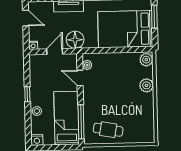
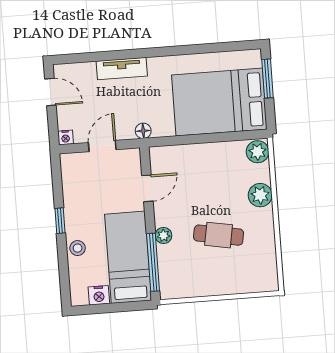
floor lamp: (75, 40) -> (143, 131), width x0.53, depth x0.53
plant: (87, 65) -> (164, 235), moved
door: (80, 78) -> (147, 188), swing flipped
cafe table: (108, 130) -> (219, 235), moved
nightstand: (37, 140) -> (99, 295), moved

